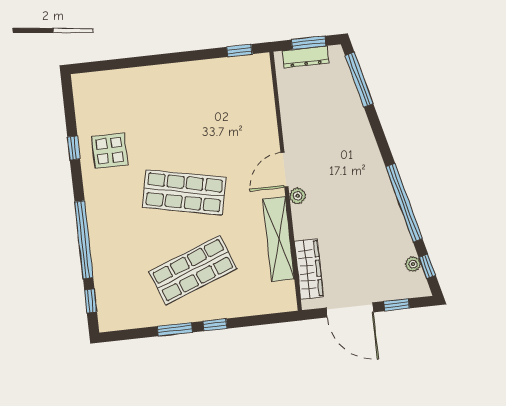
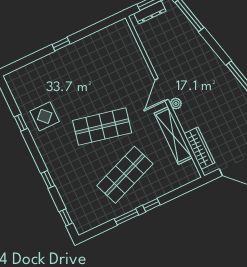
window: (239, 50) -> (61, 44), moved
window: (84, 240) -> (48, 179), width x0.32

